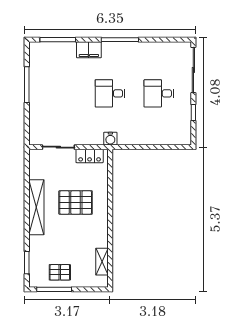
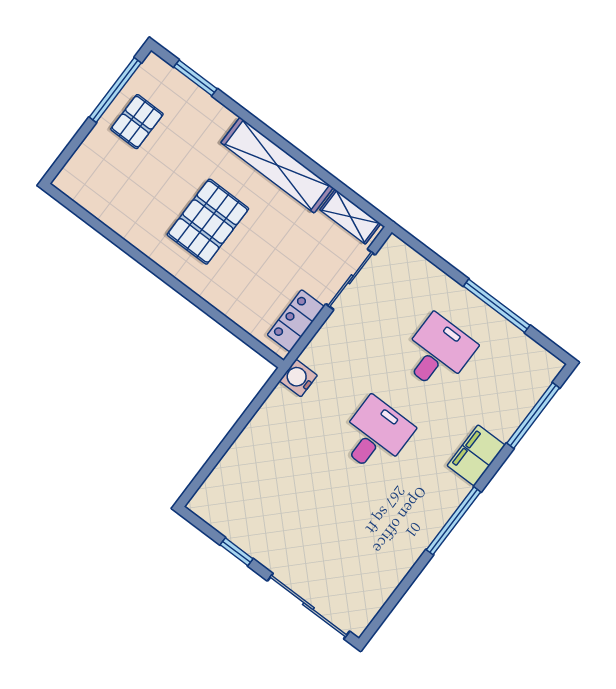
desk: (159, 93) -> (438, 353), moved
pallet: (76, 202) -> (208, 222), moved
shelving: (102, 262) -> (350, 217), moved

